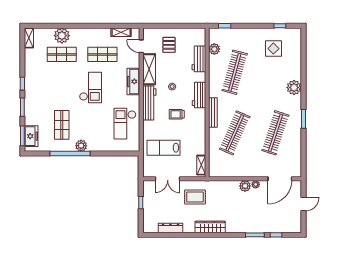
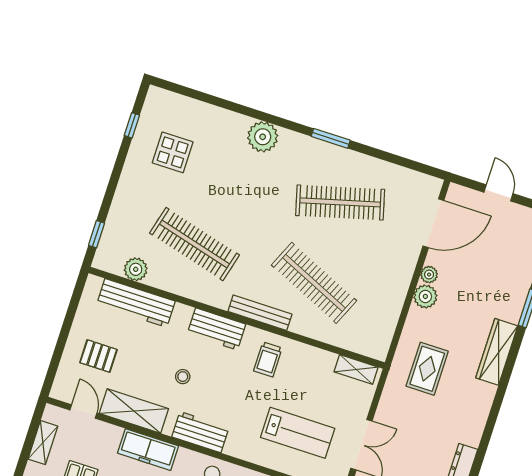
door: (141, 46) -> (83, 412), swing flipped
workbench: (199, 59) -> (136, 303), width x1.38
workbench: (149, 103) -> (200, 432), width x0.73
trolley: (177, 114) -> (268, 359), moved
clothes rail: (275, 133) -> (340, 202), turned -33
lab bench: (163, 148) -> (298, 433), turned -90
door: (280, 179) -> (433, 223), hinge flipped
rug: (195, 197) -> (427, 369), moved
wardrobe: (210, 227) -> (497, 352), moved

